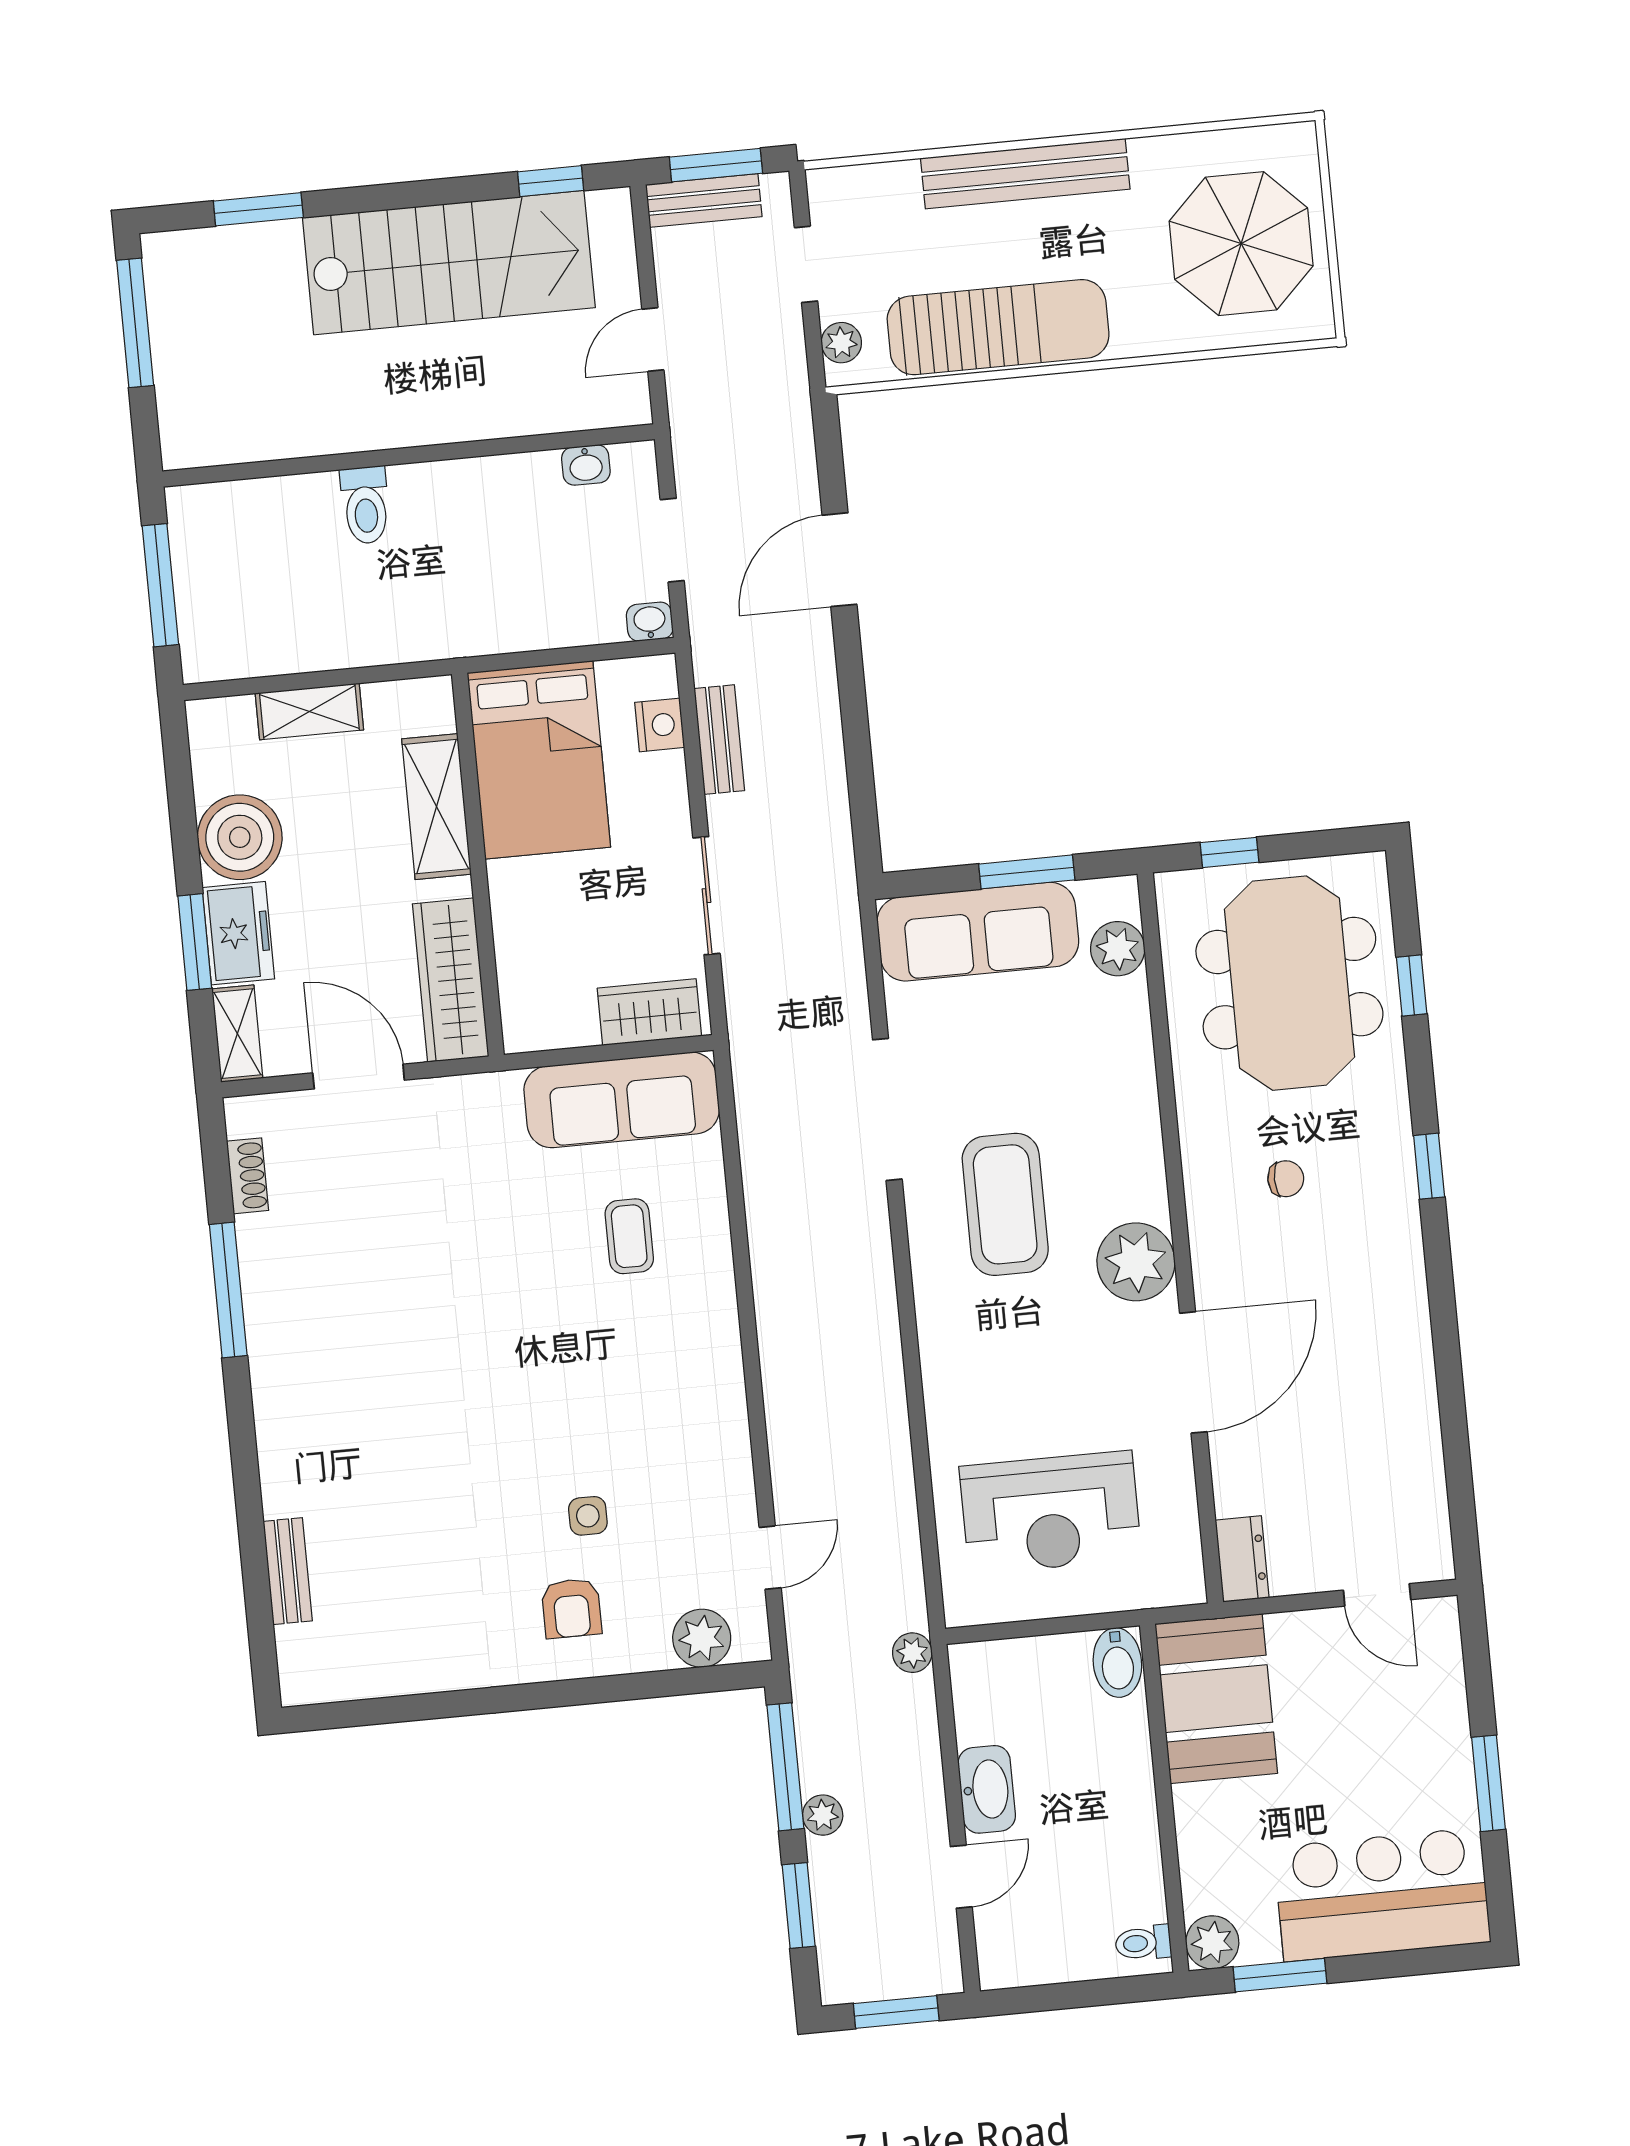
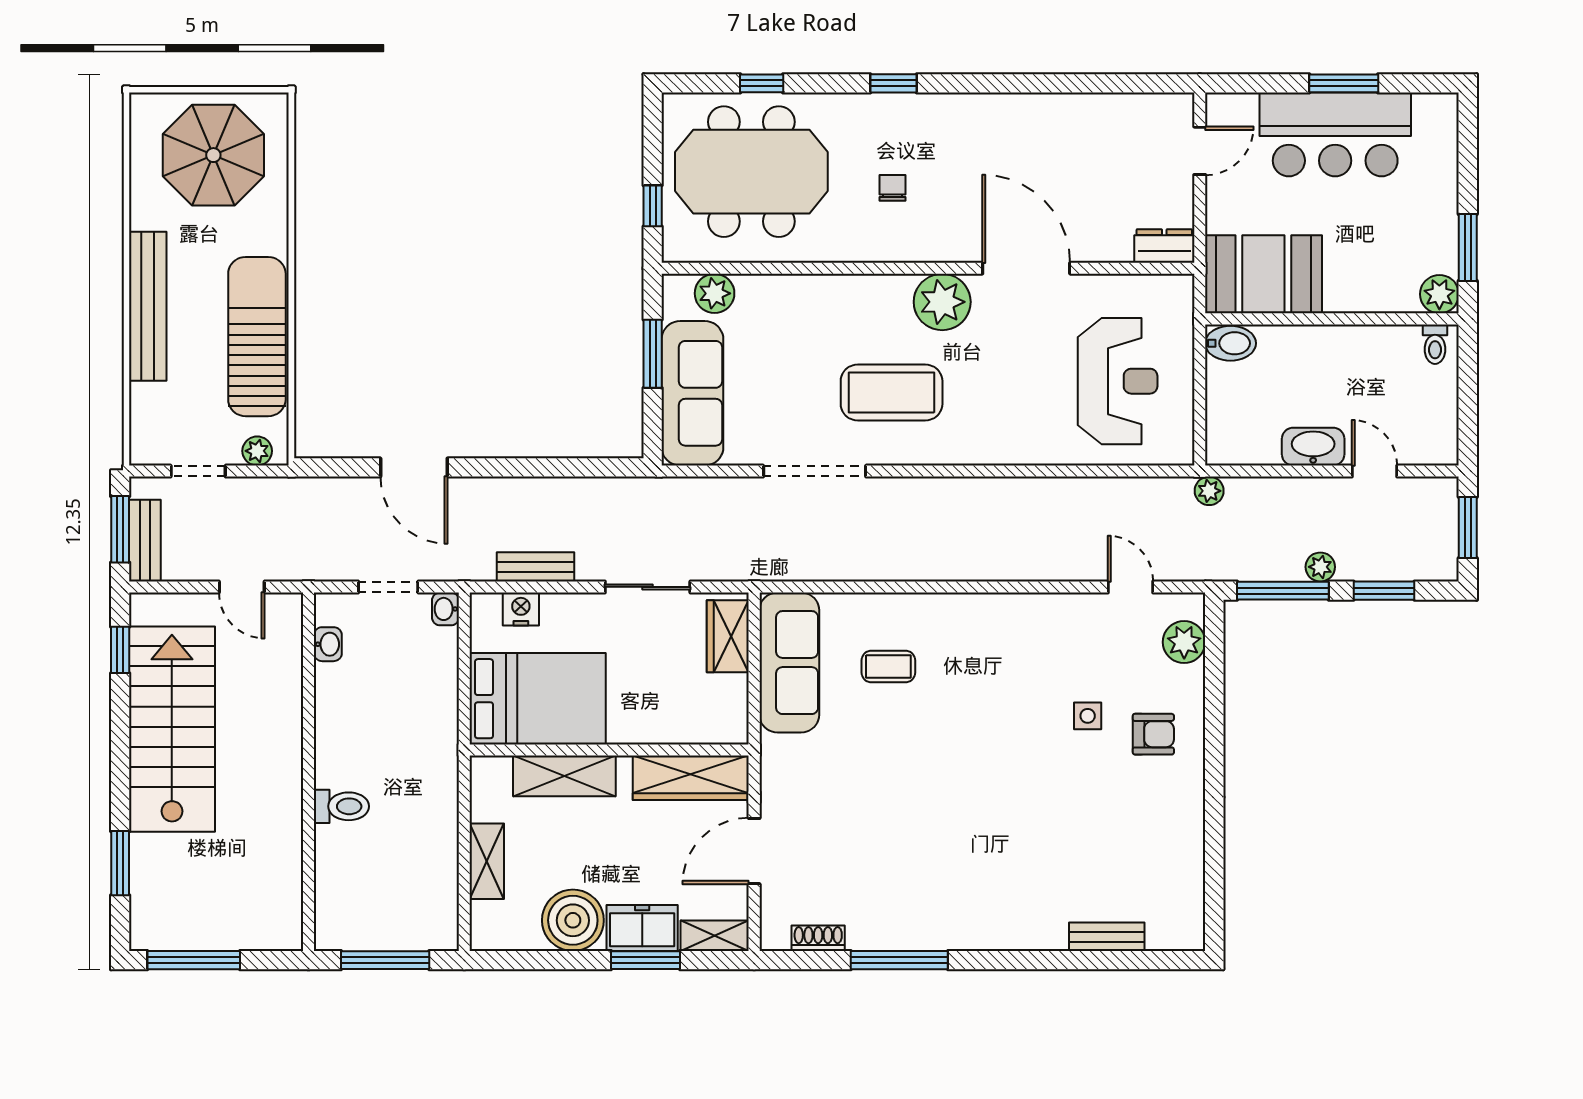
bar counter: (1382, 1895) -> (1335, 134), moved, turned -90

